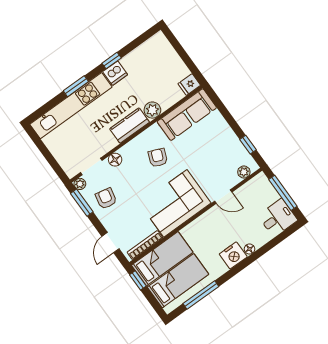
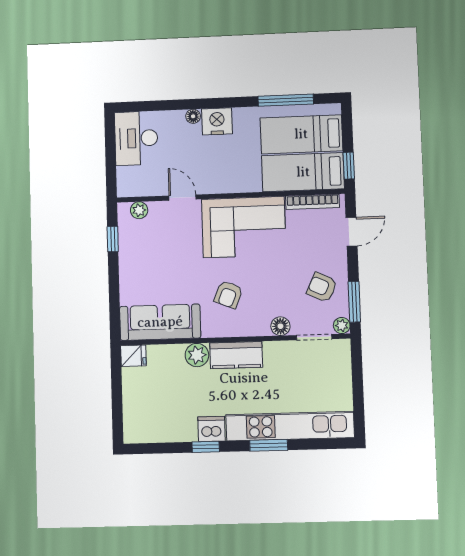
window: (283, 193) -> (111, 156), removed
armchair: (106, 198) -> (322, 287), turned 103
desk: (278, 218) -> (136, 138), width x1.37

